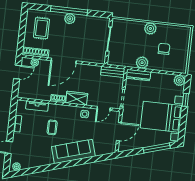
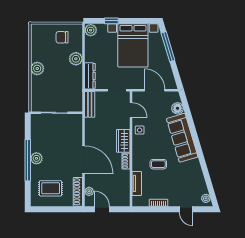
chair: (164, 49) -> (62, 37), moved
plant: (142, 63) -> (76, 59), moved
floor lamp: (100, 150) -> (177, 108), added

